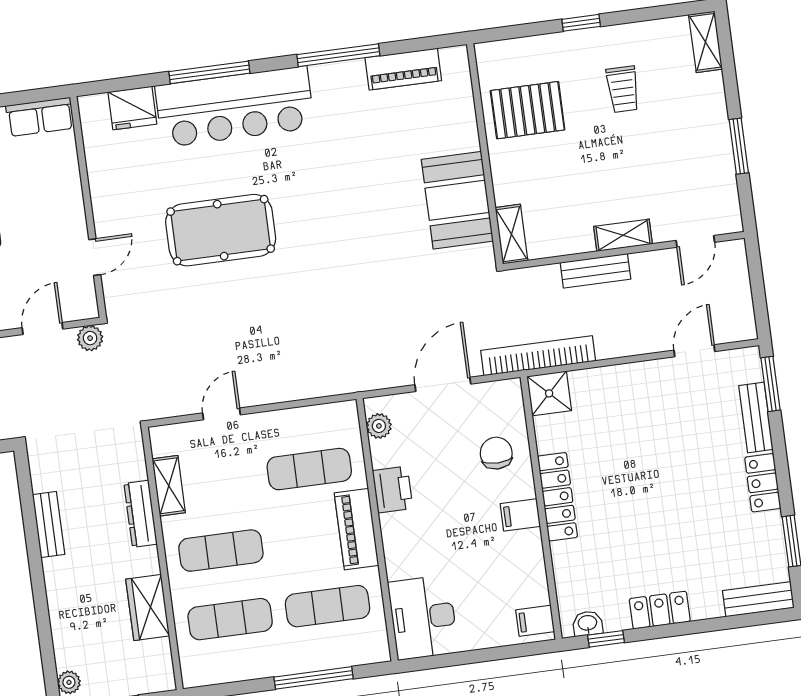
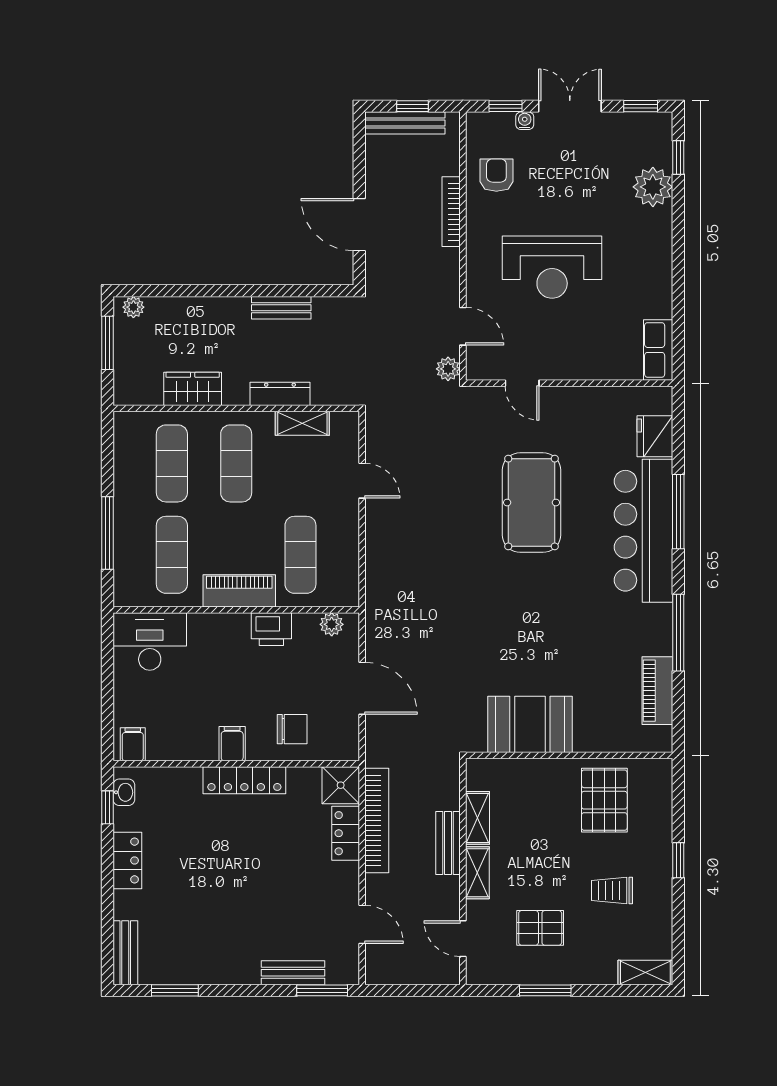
pallet: (673, 160) -> (540, 928), added
shelving: (511, 234) -> (478, 818), moved, turned 90
bookcase: (538, 356) -> (377, 820), moved
locker: (763, 483) -> (346, 833), moved, turned -90

